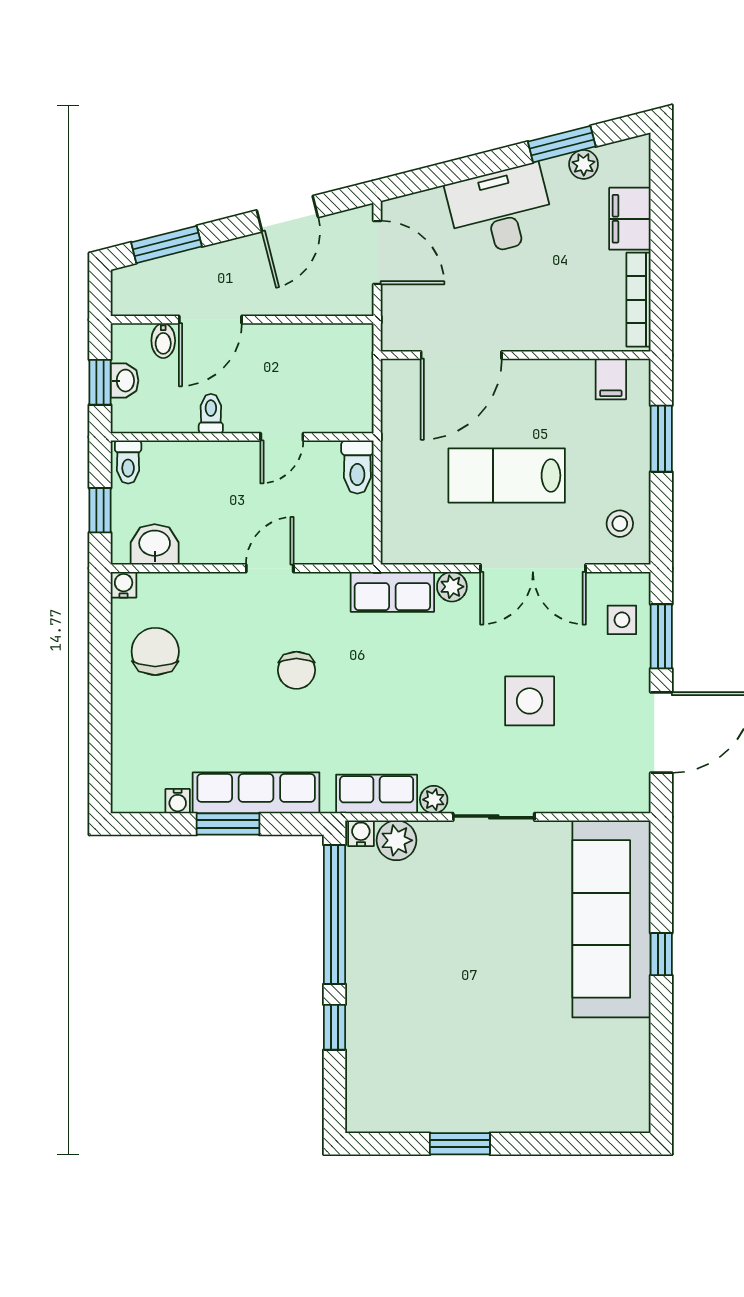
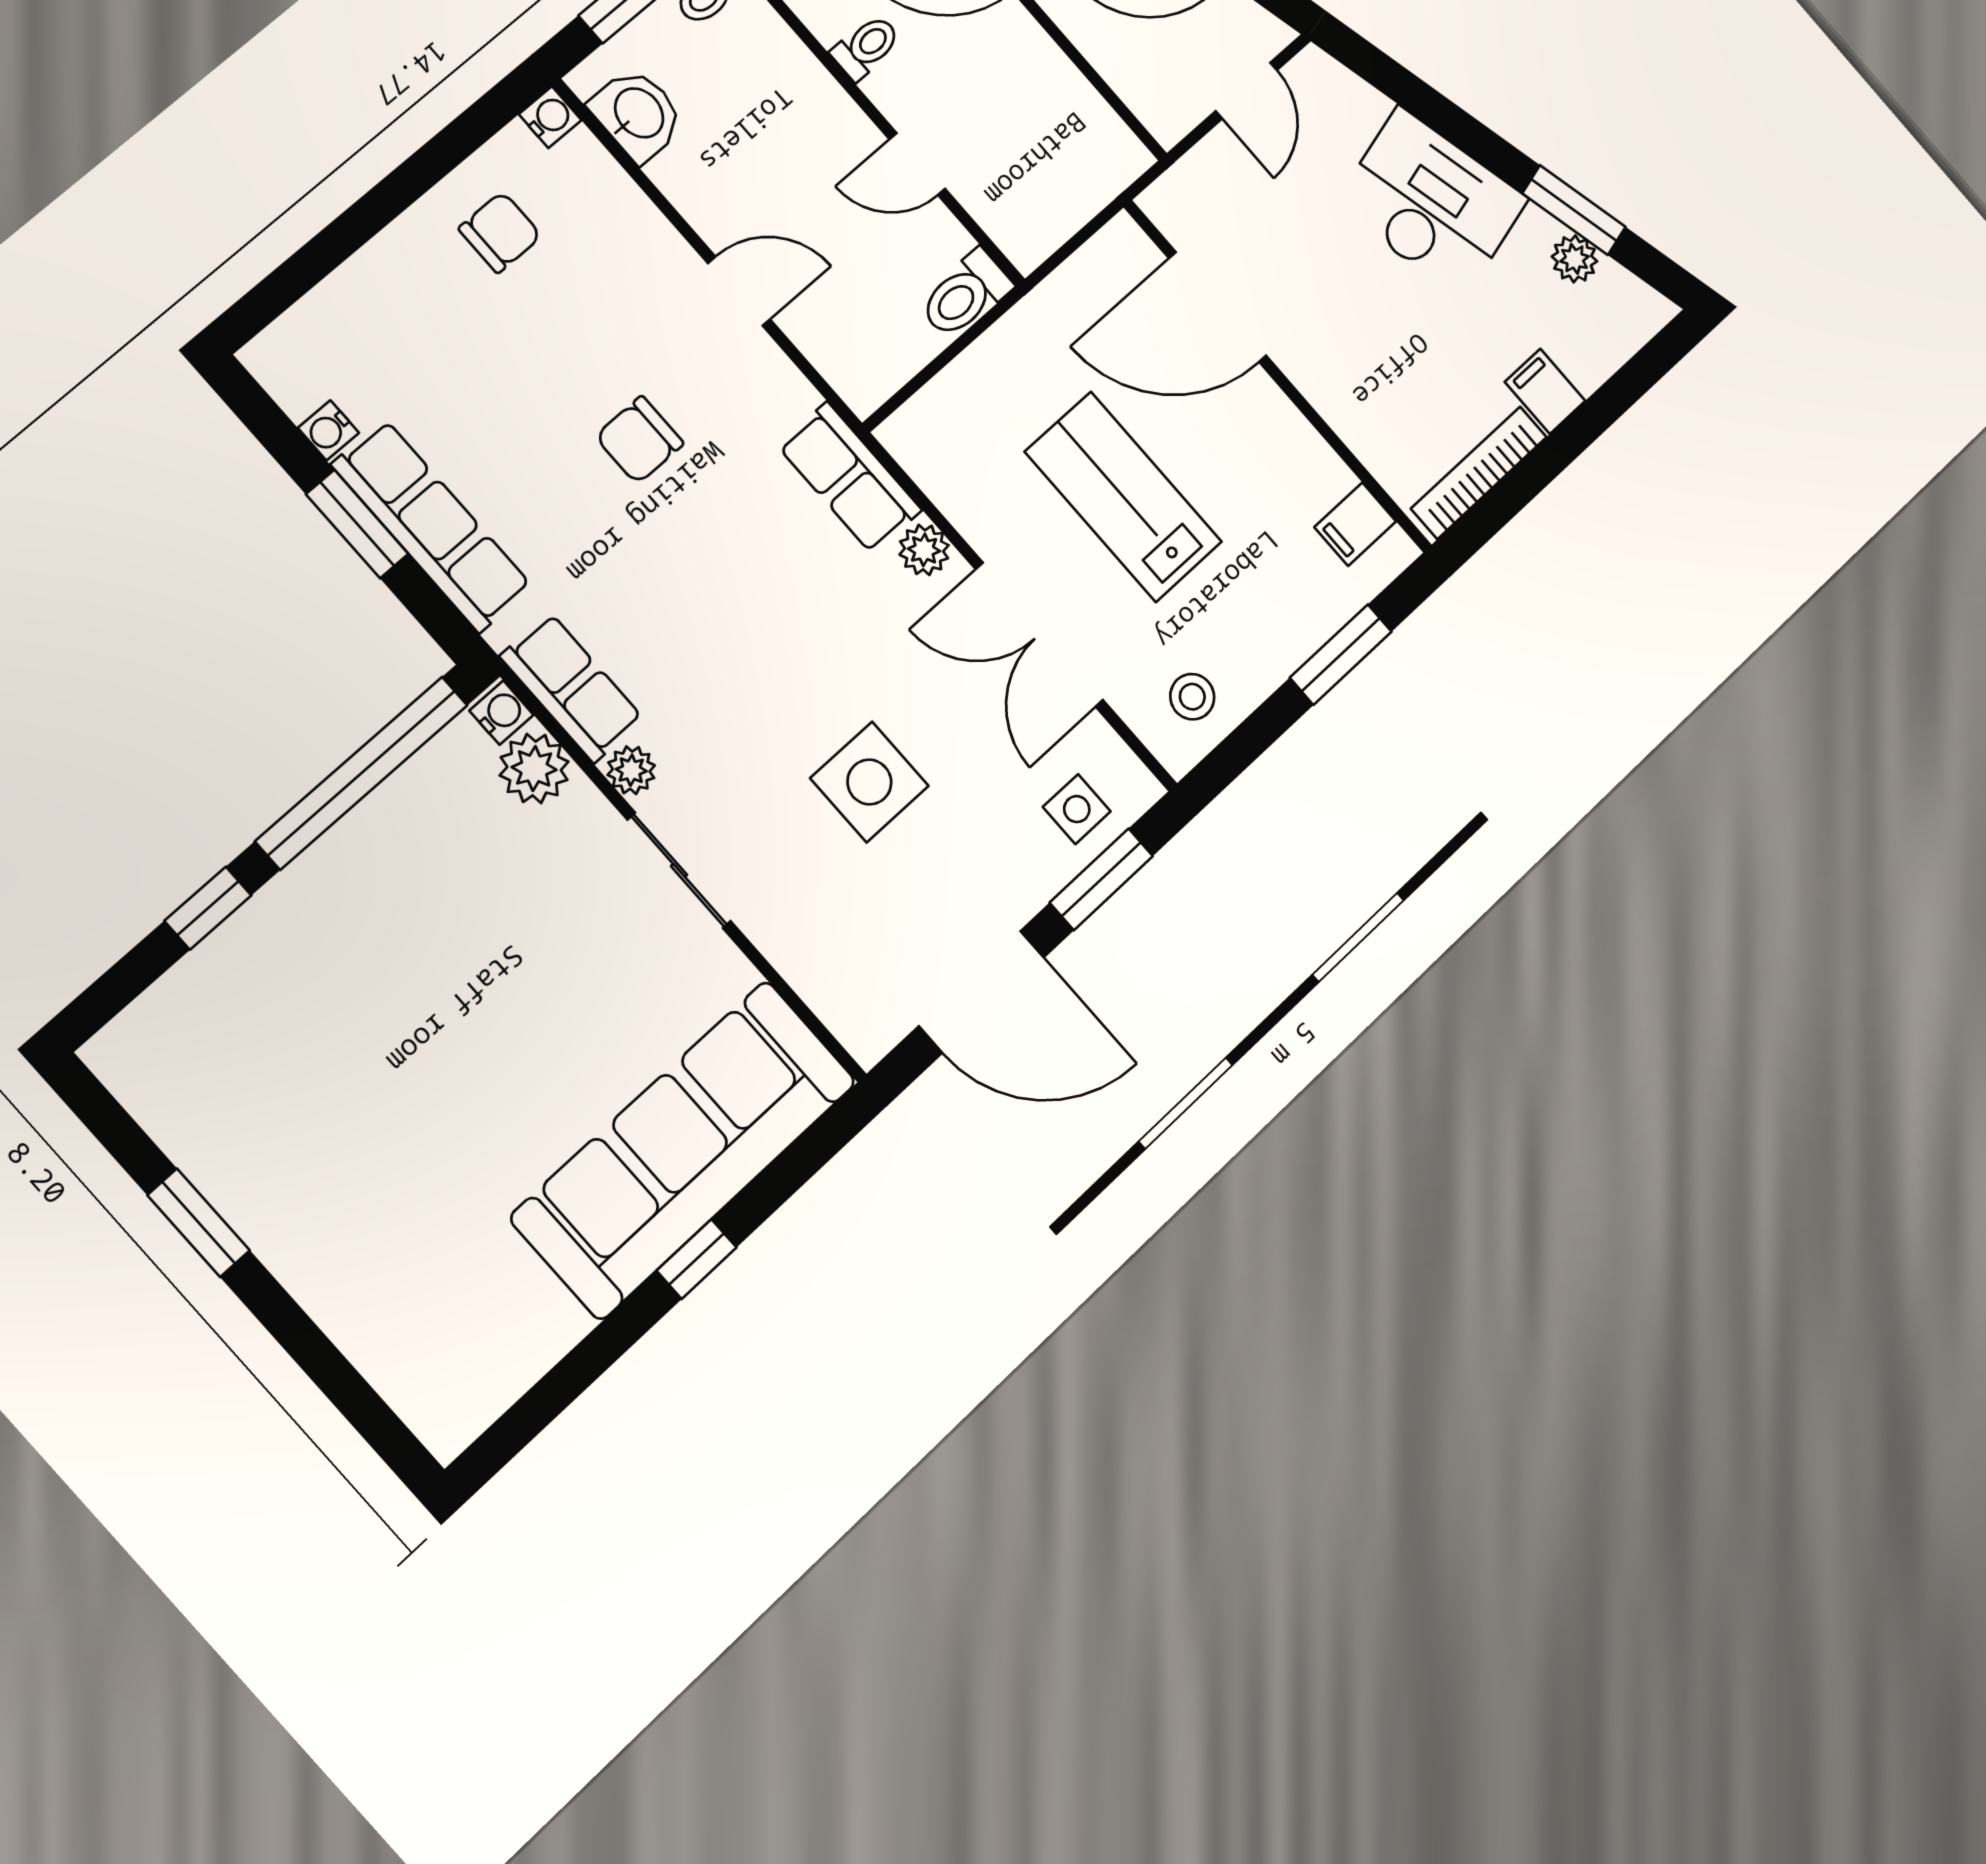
filing cabinet: (630, 219) -> (1545, 391), width x0.50
door: (377, 253) -> (1246, 91), width x0.73
chair: (155, 651) -> (500, 232), width x0.73, depth x0.73

